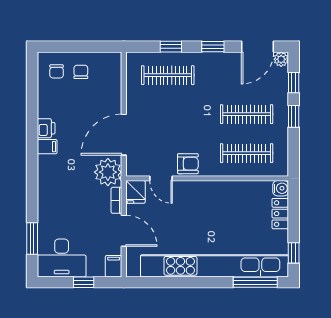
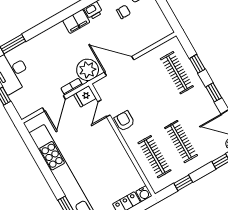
chair: (81, 72) -> (123, 12), moved
window: (294, 116) -> (183, 183), moved
filing cabinet: (47, 147) -> (76, 21), width x2.00
armchair: (188, 164) -> (124, 121), turned 180
filing cabinet: (114, 266) -> (26, 110), removed

